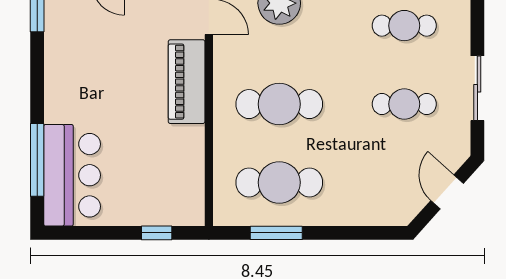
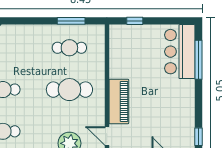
cafe table: (279, 182) -> (69, 48), width x0.73, depth x0.74

